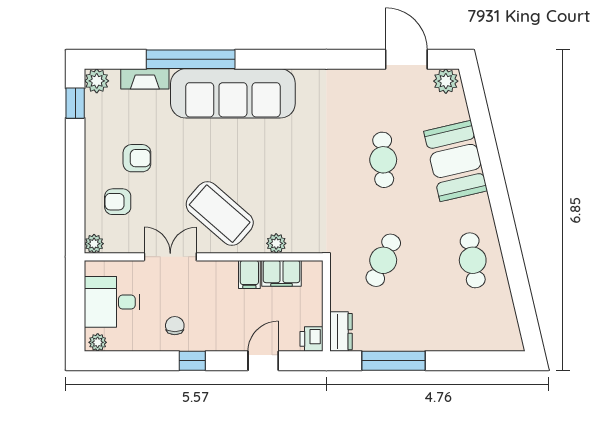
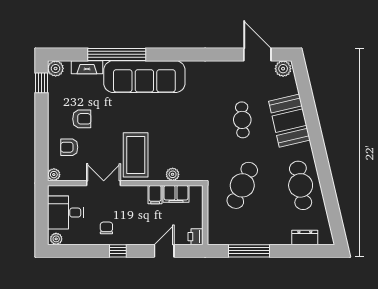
coffee table: (220, 214) -> (136, 155), turned 49
cafe table: (383, 260) -> (242, 185), width x1.37, depth x1.35
cafe table: (473, 260) -> (301, 185), width x1.37, depth x1.35
dresser: (341, 332) -> (305, 237), moved, turned -90

